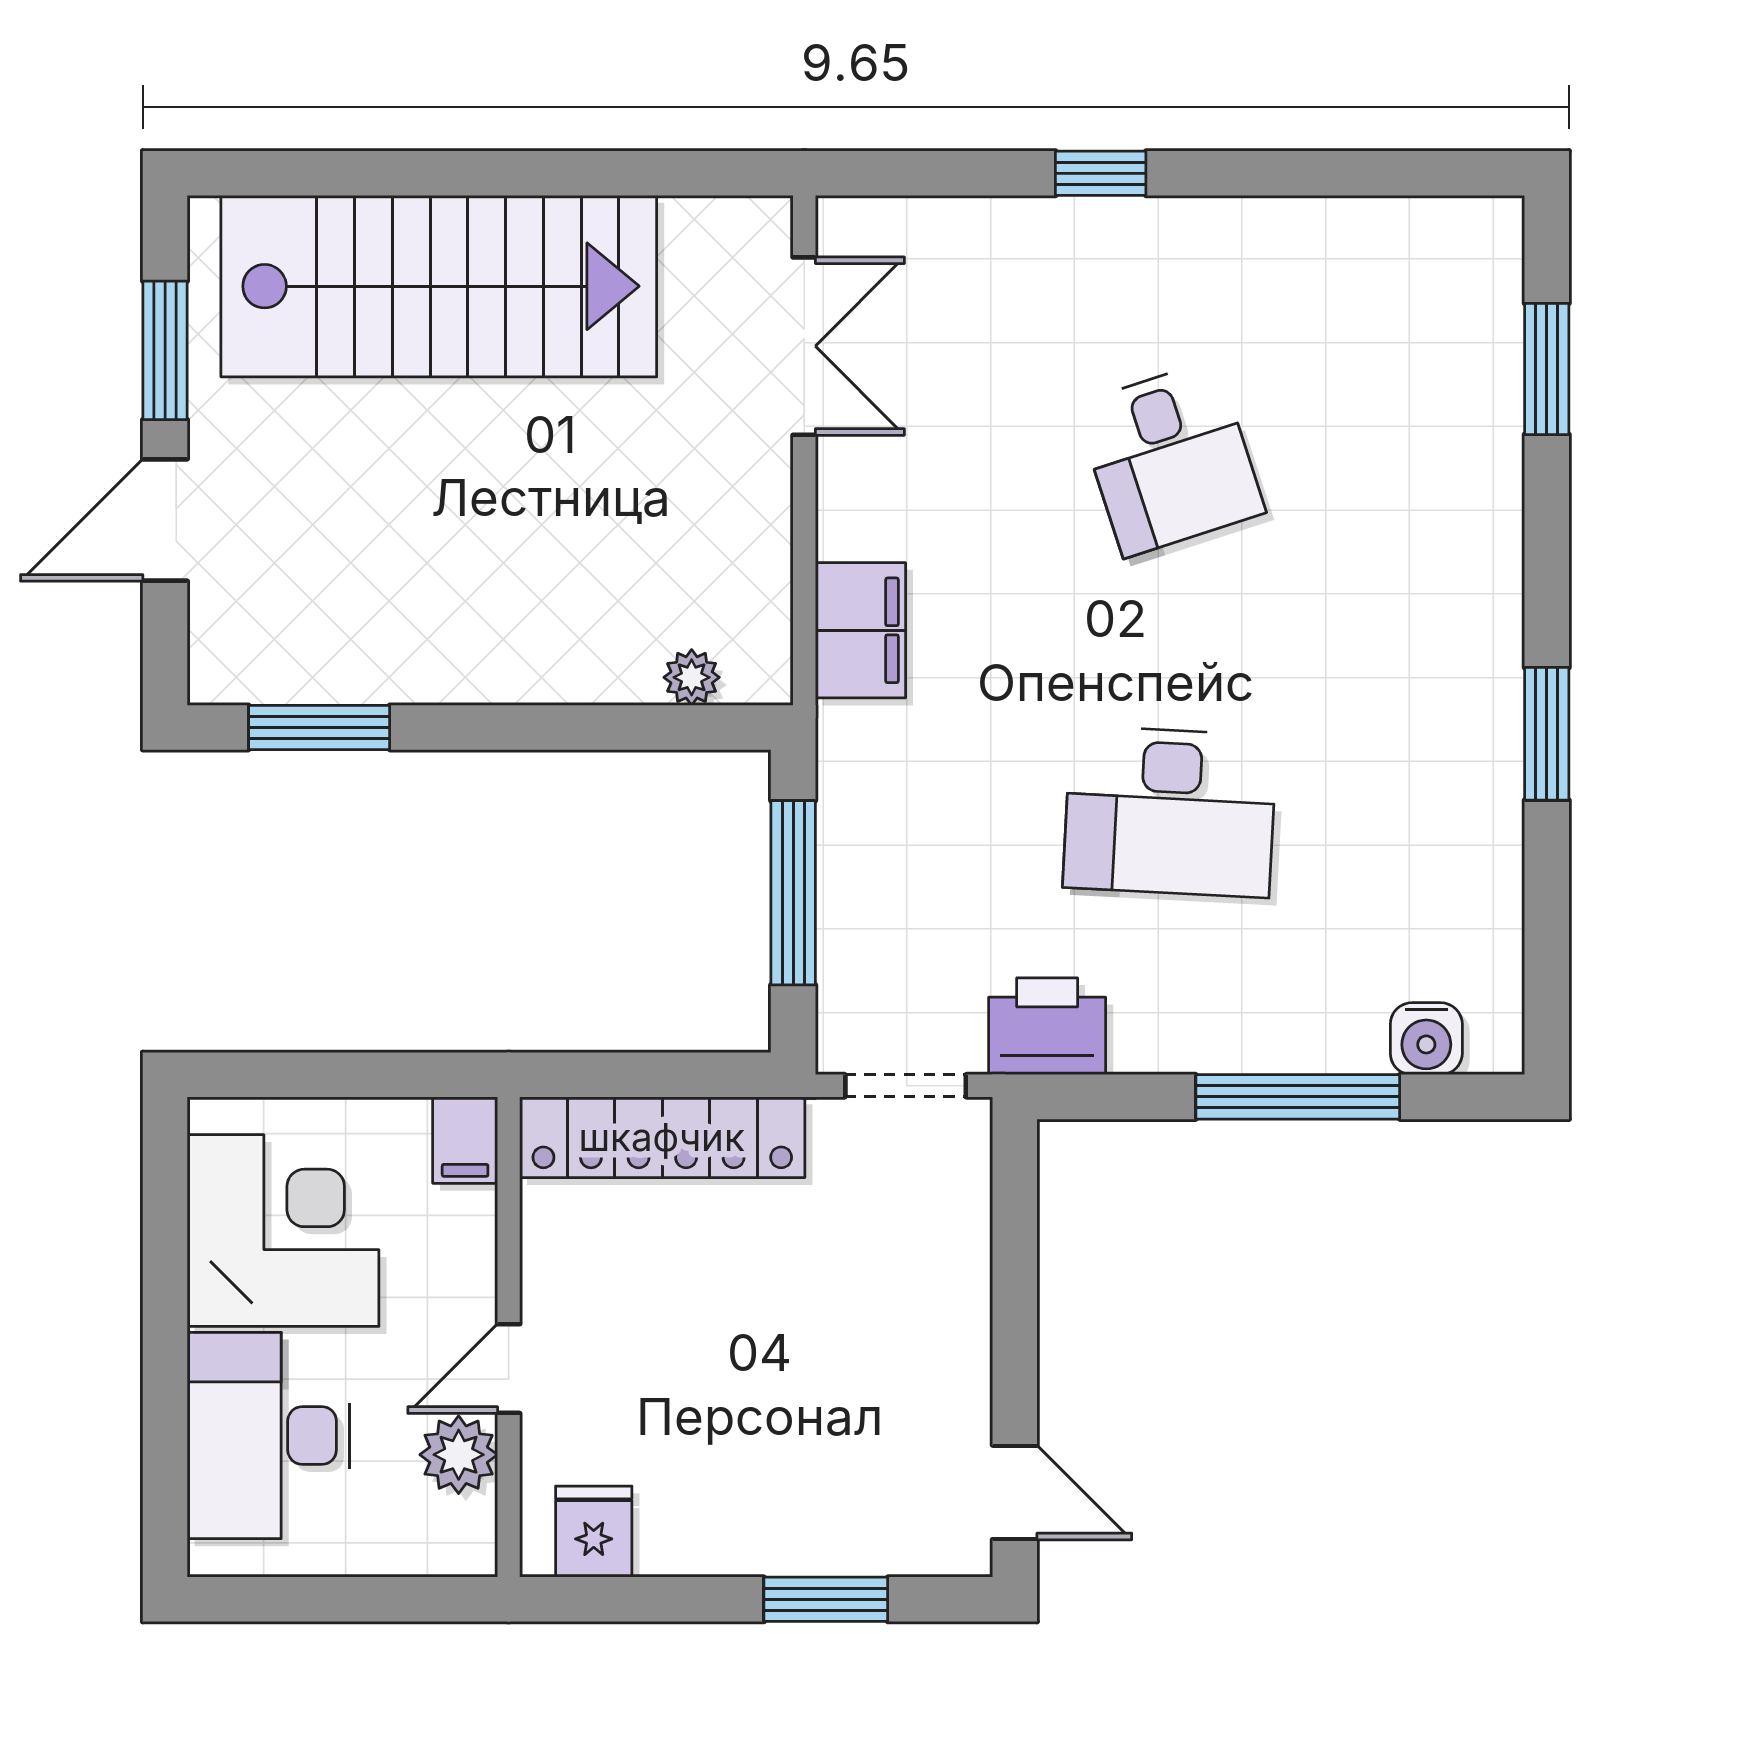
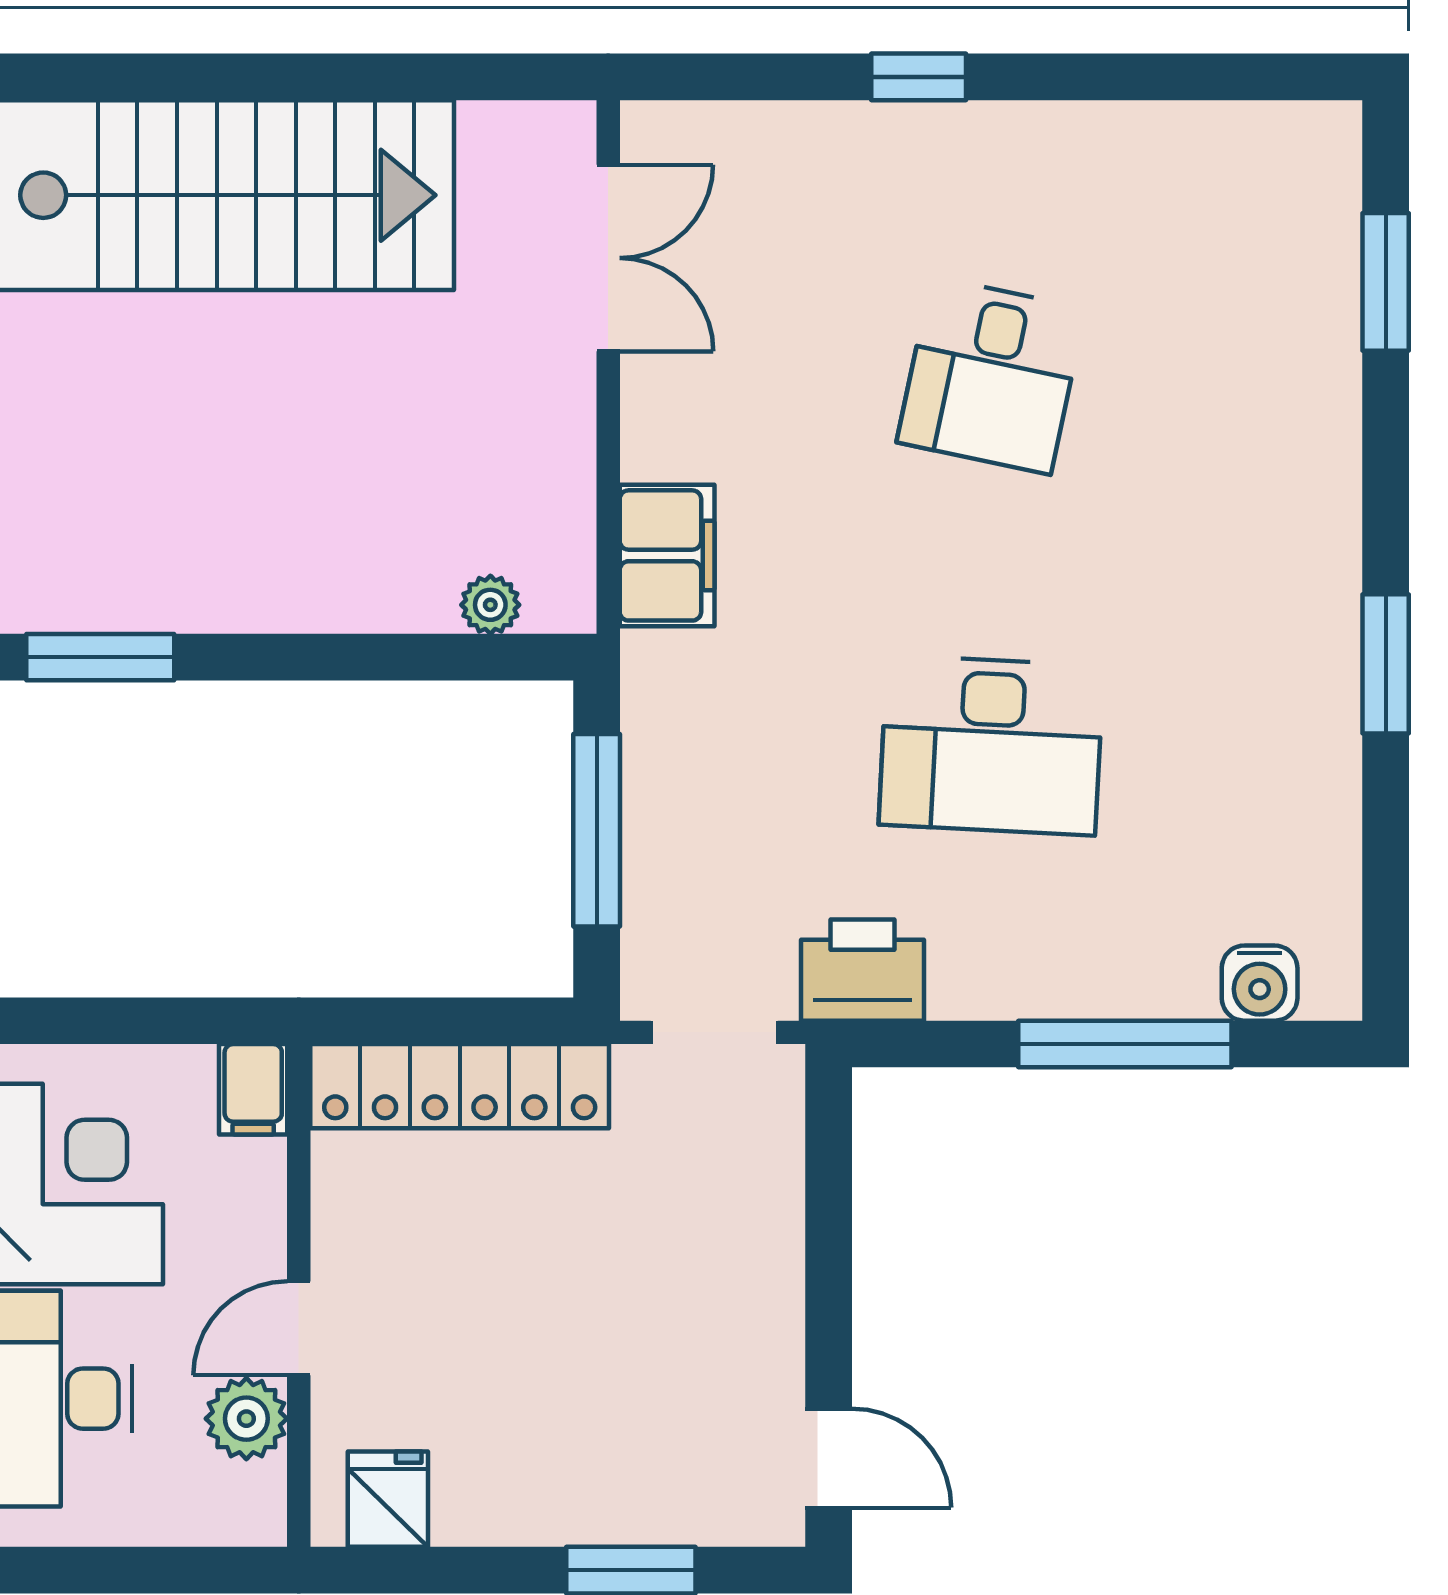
desk: (1170, 459) -> (991, 376), turned 30

